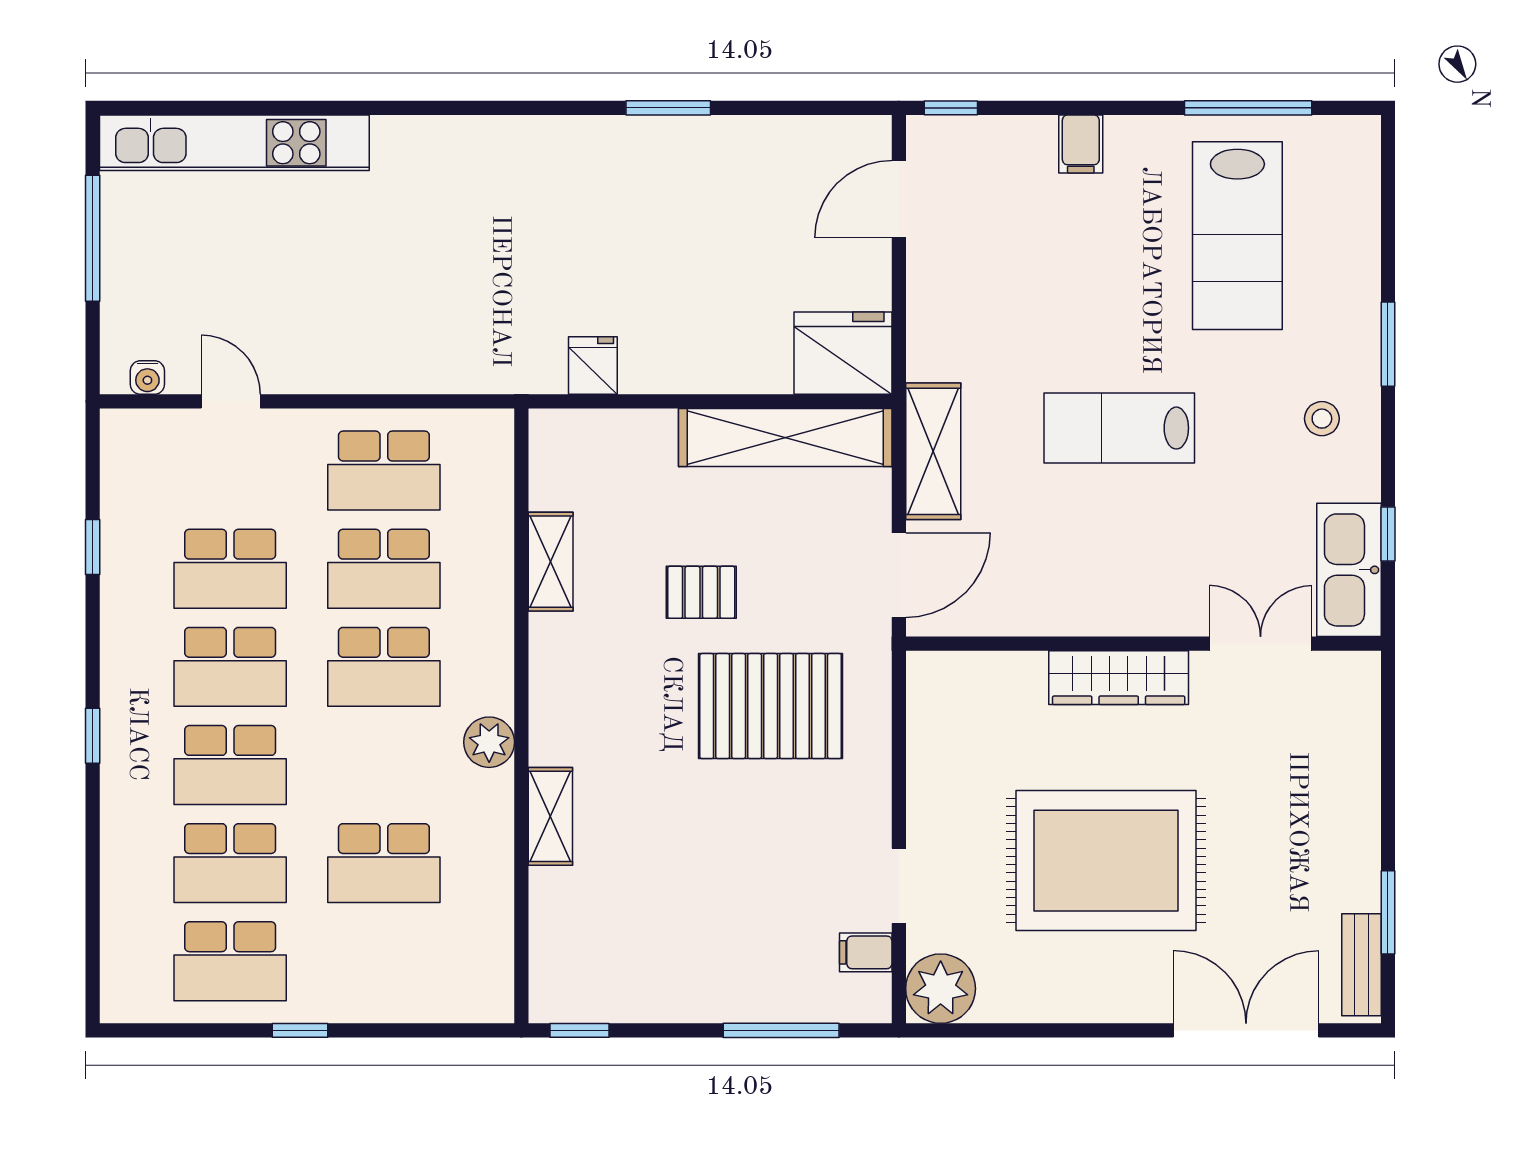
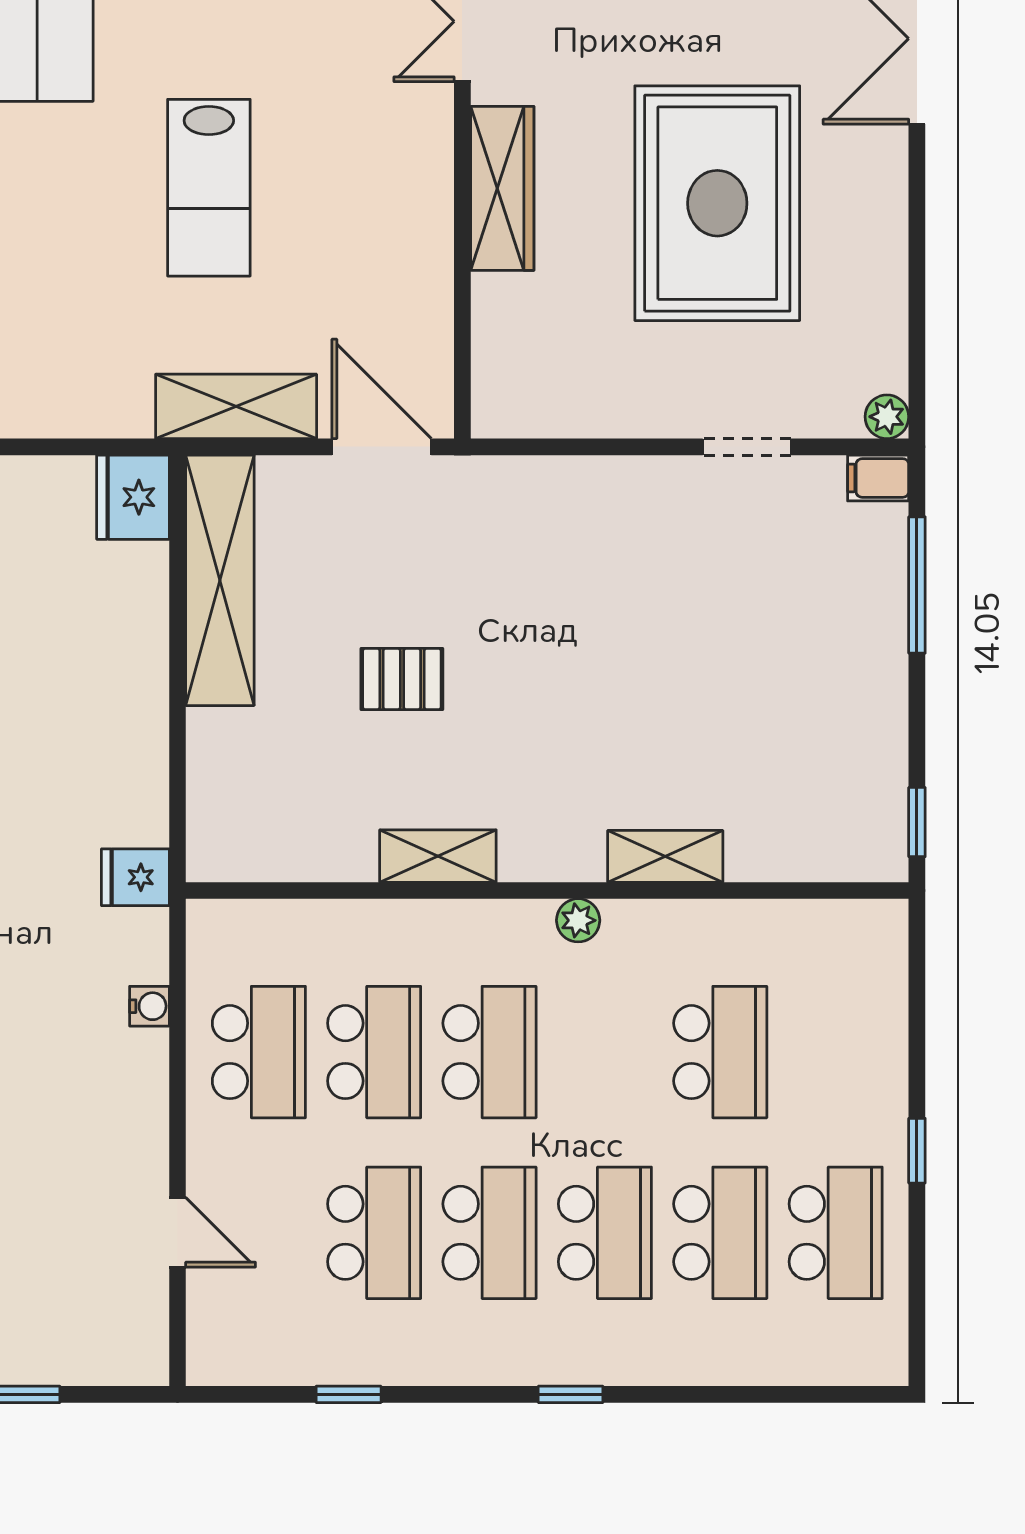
fridge: (843, 353) -> (133, 497), width x0.73, depth x0.75
fridge: (593, 366) -> (135, 877), moved
water cooler: (147, 378) -> (149, 1006), moved
door: (231, 401) -> (178, 1232), swing flipped
shelving: (551, 562) -> (438, 856), moved
pallet: (701, 592) -> (402, 679), turned 90
pallet: (771, 706) -> (536, 598), removed
plant: (489, 742) -> (578, 920), width x0.73, depth x0.73
filing cabinet: (866, 952) -> (878, 478), moved, turned 90
plant: (941, 989) -> (887, 417), width x0.53, depth x0.53

